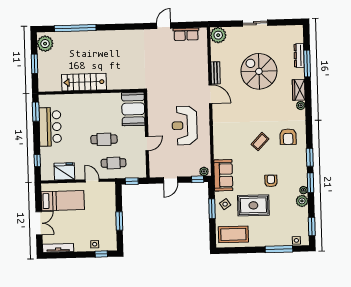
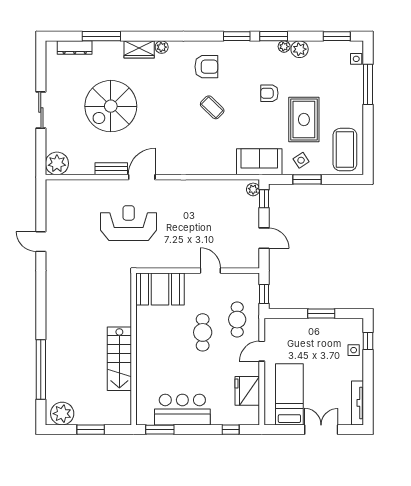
row of seats: (186, 34) -> (54, 210), removed
dresser: (299, 55) -> (75, 48), moved
reception desk: (185, 125) -> (129, 223), moved, turned 180

